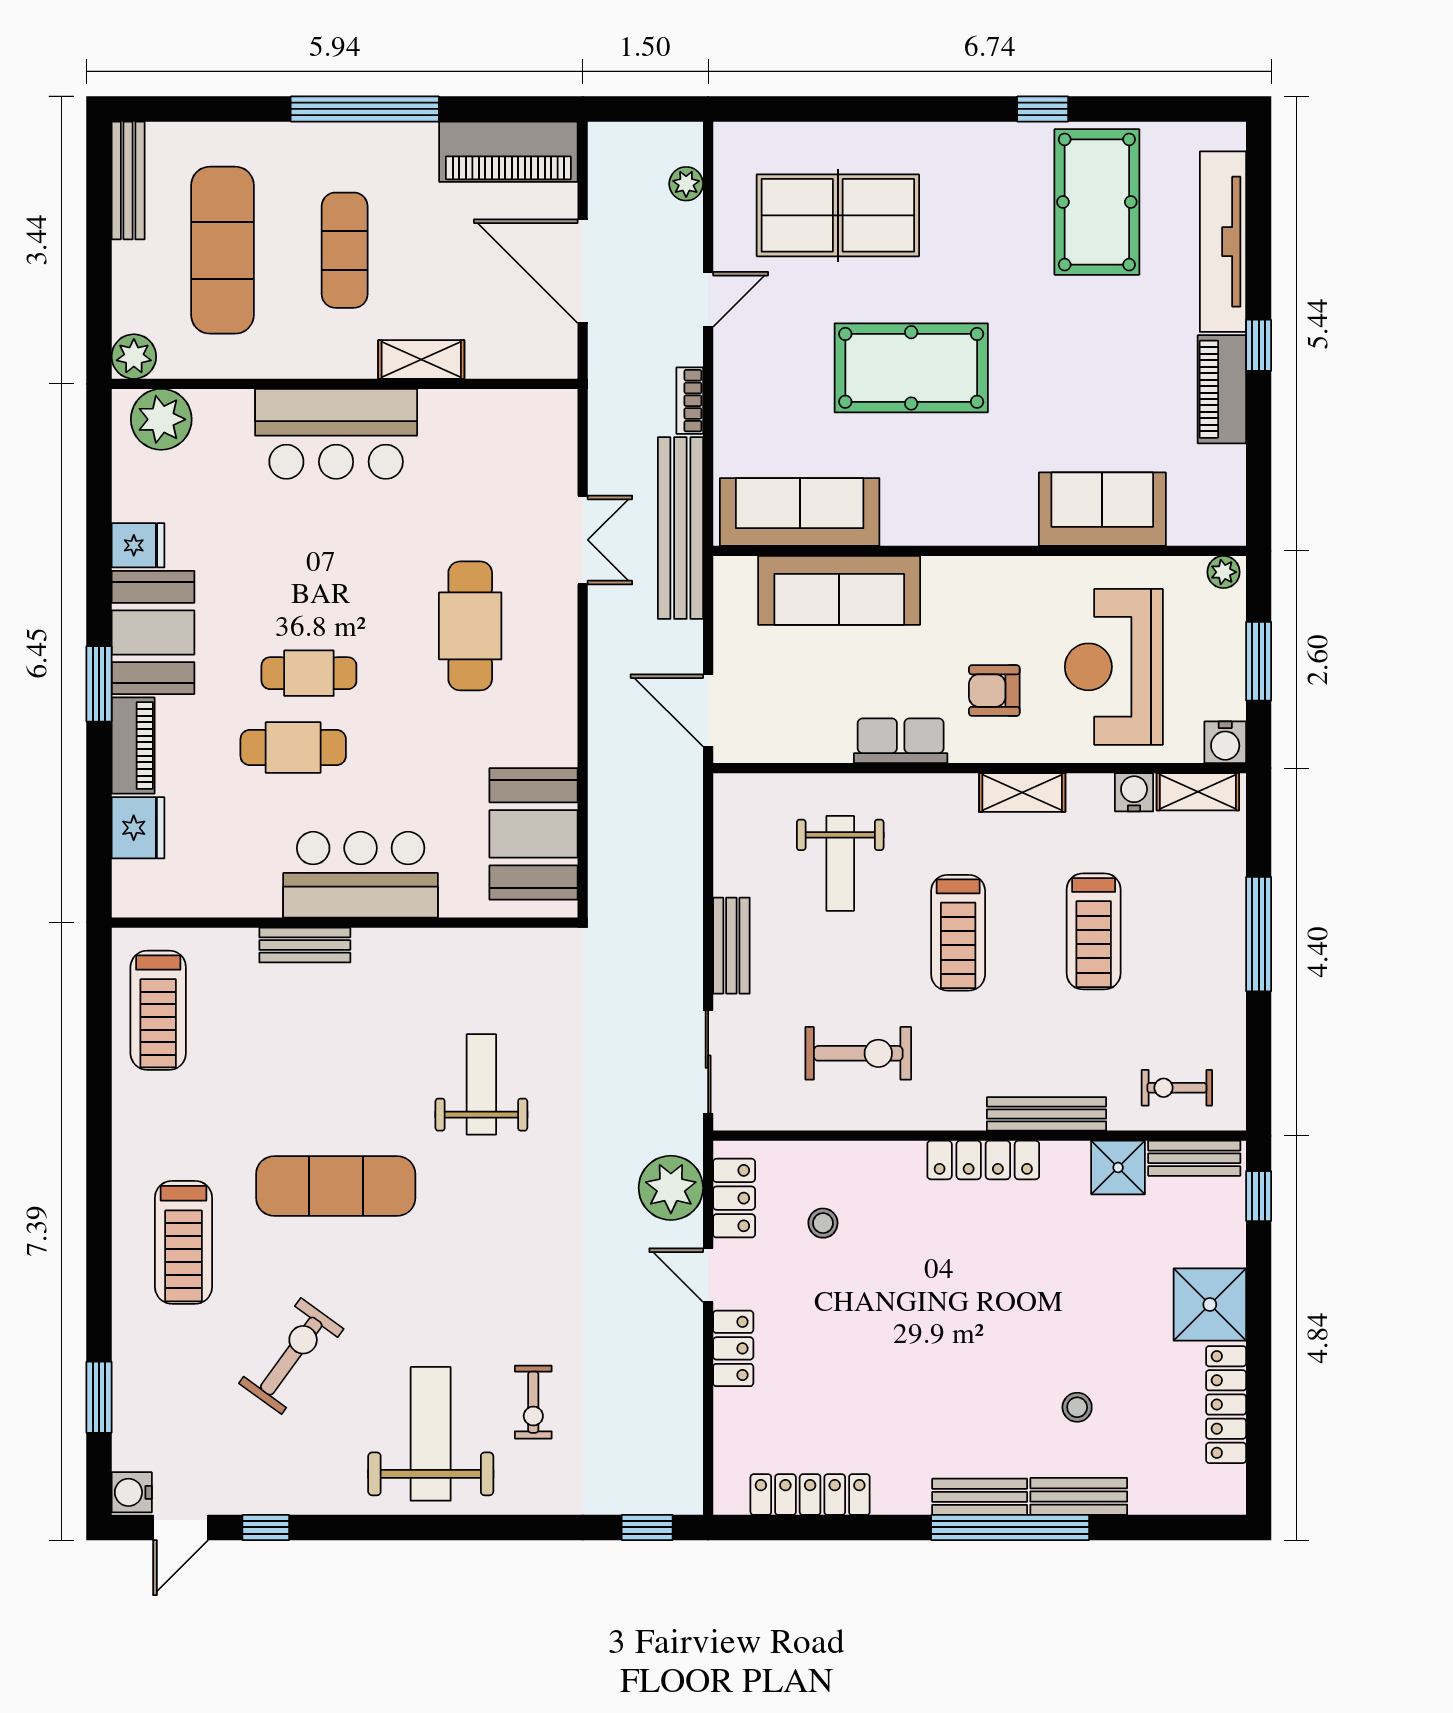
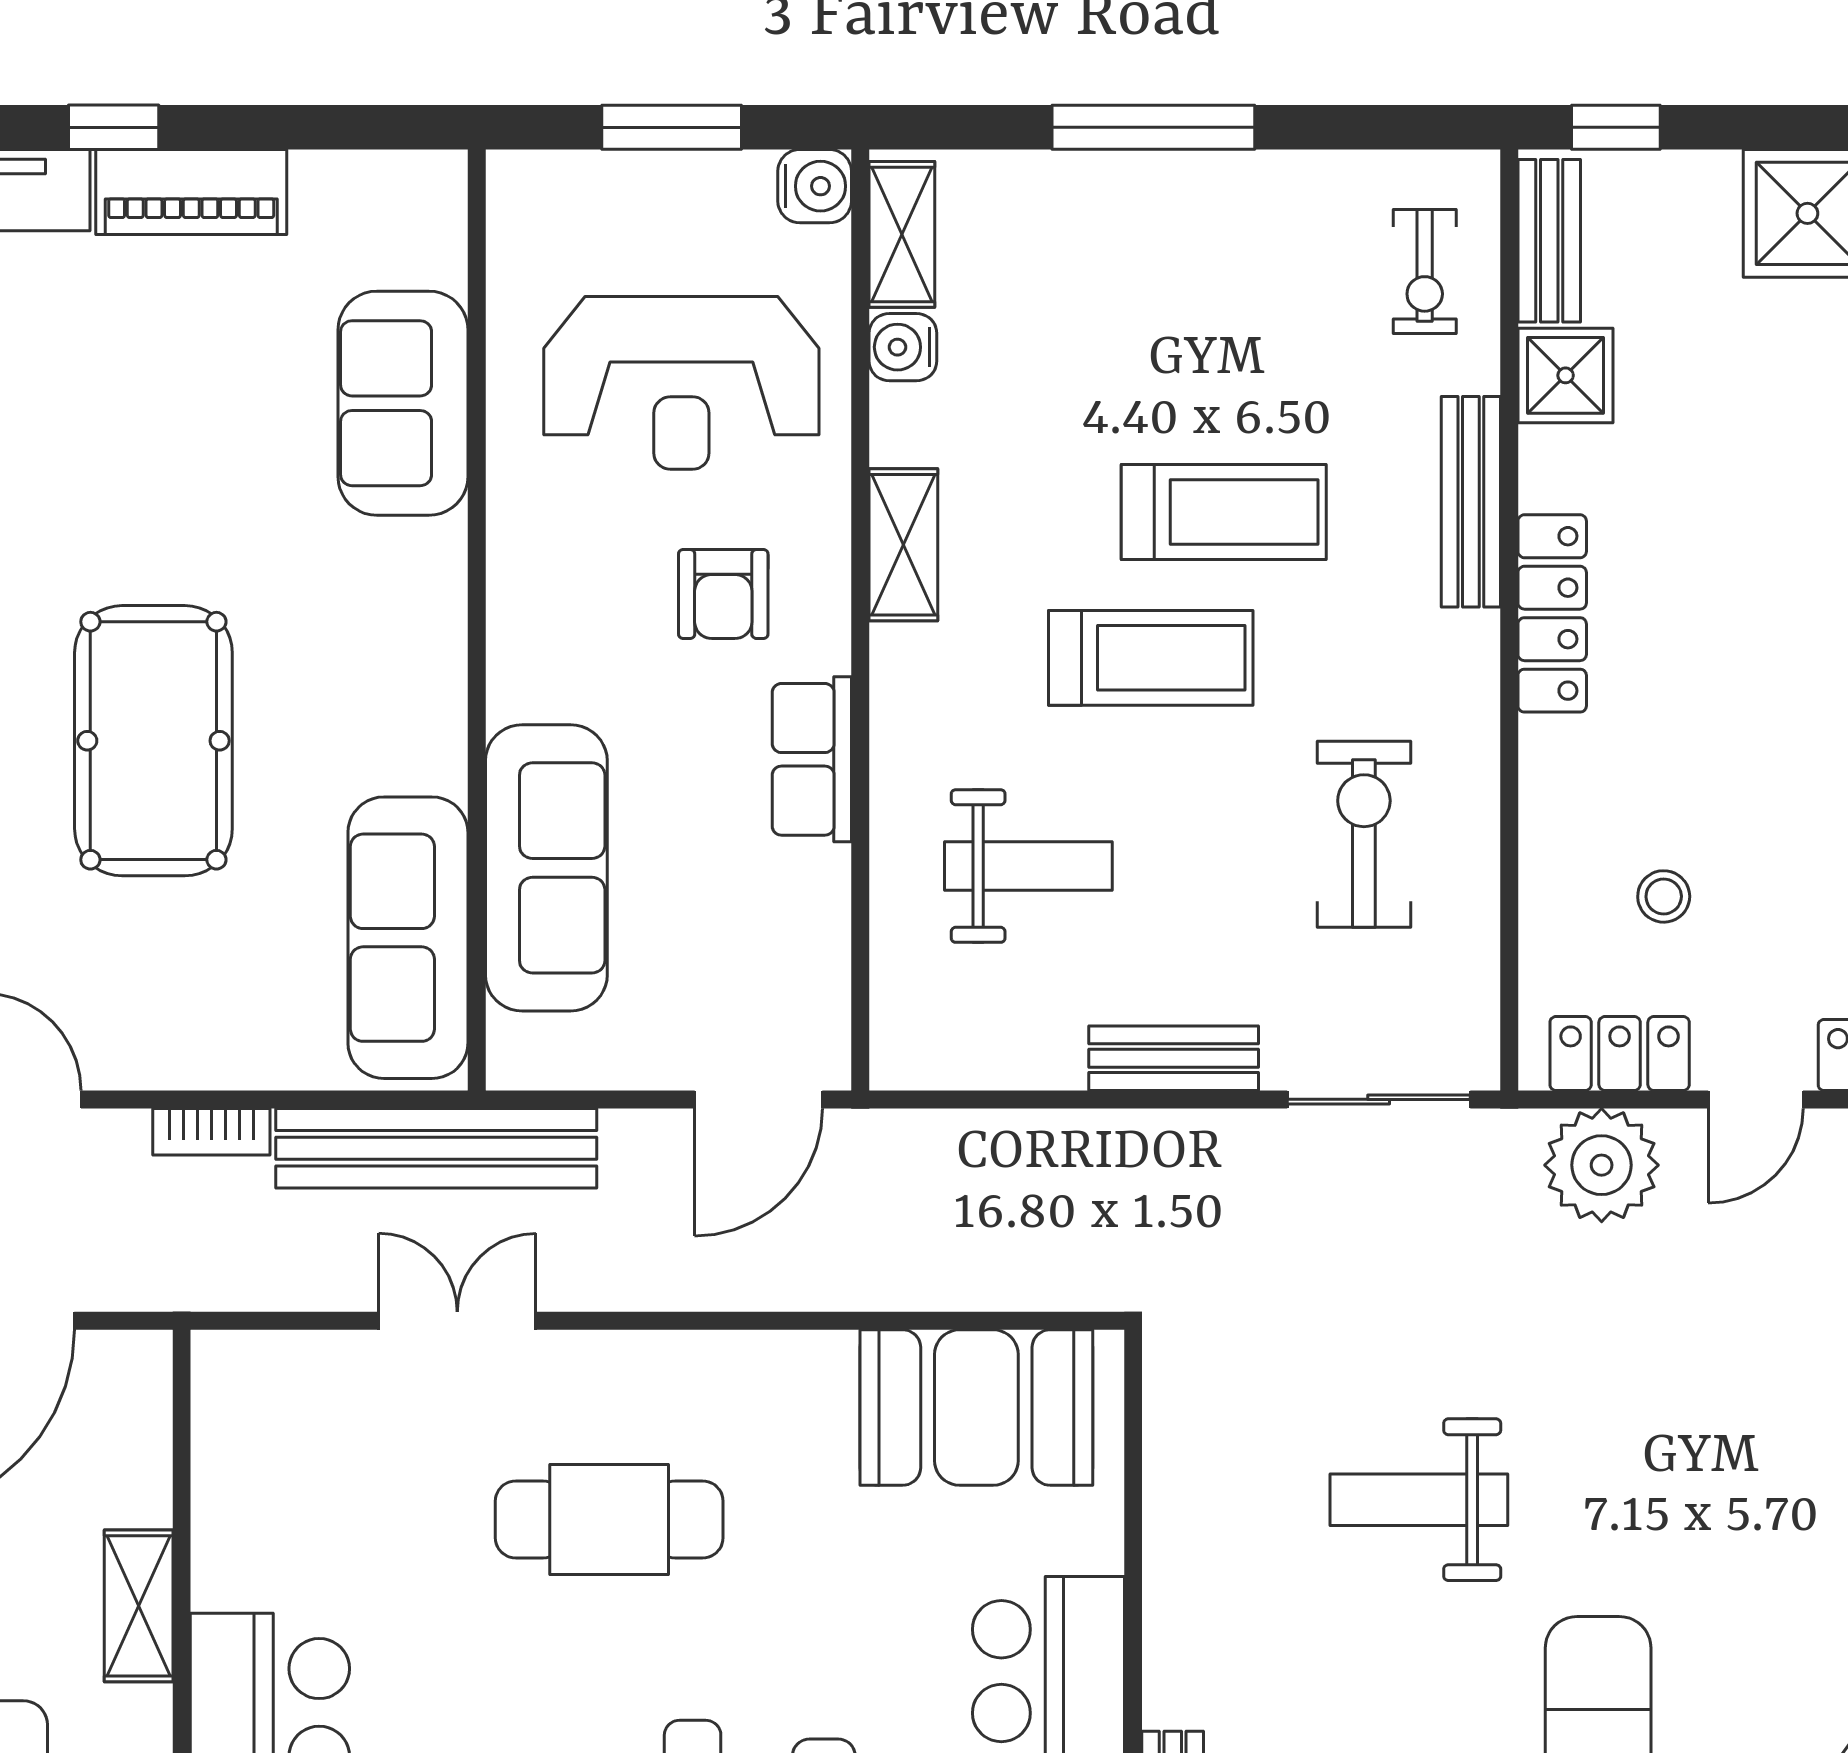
plant: (1223, 572) -> (514, 189), removed
treadmill: (1094, 931) -> (1224, 512), moved

